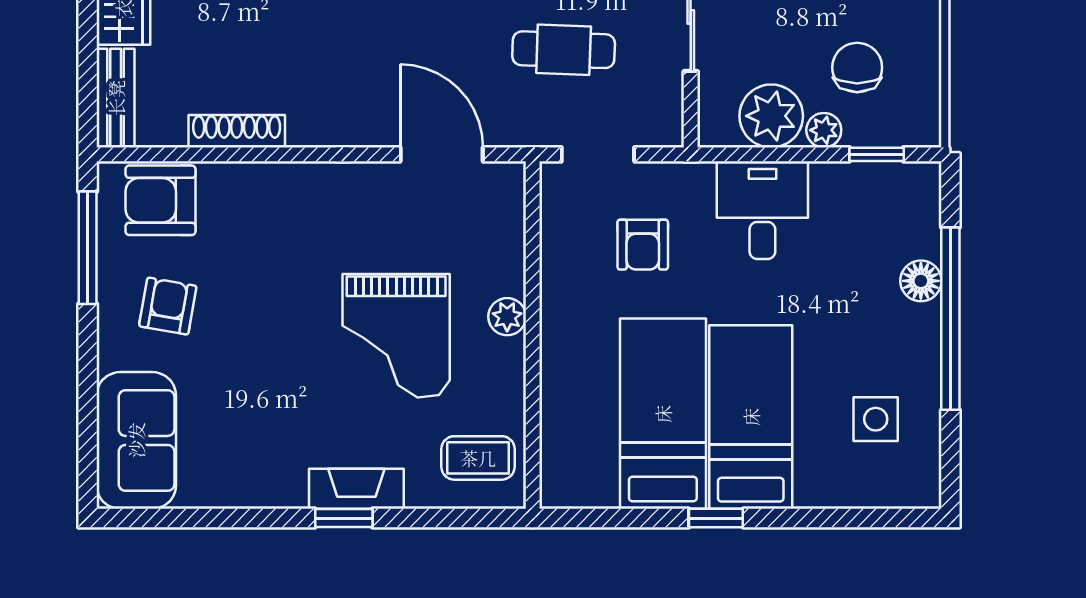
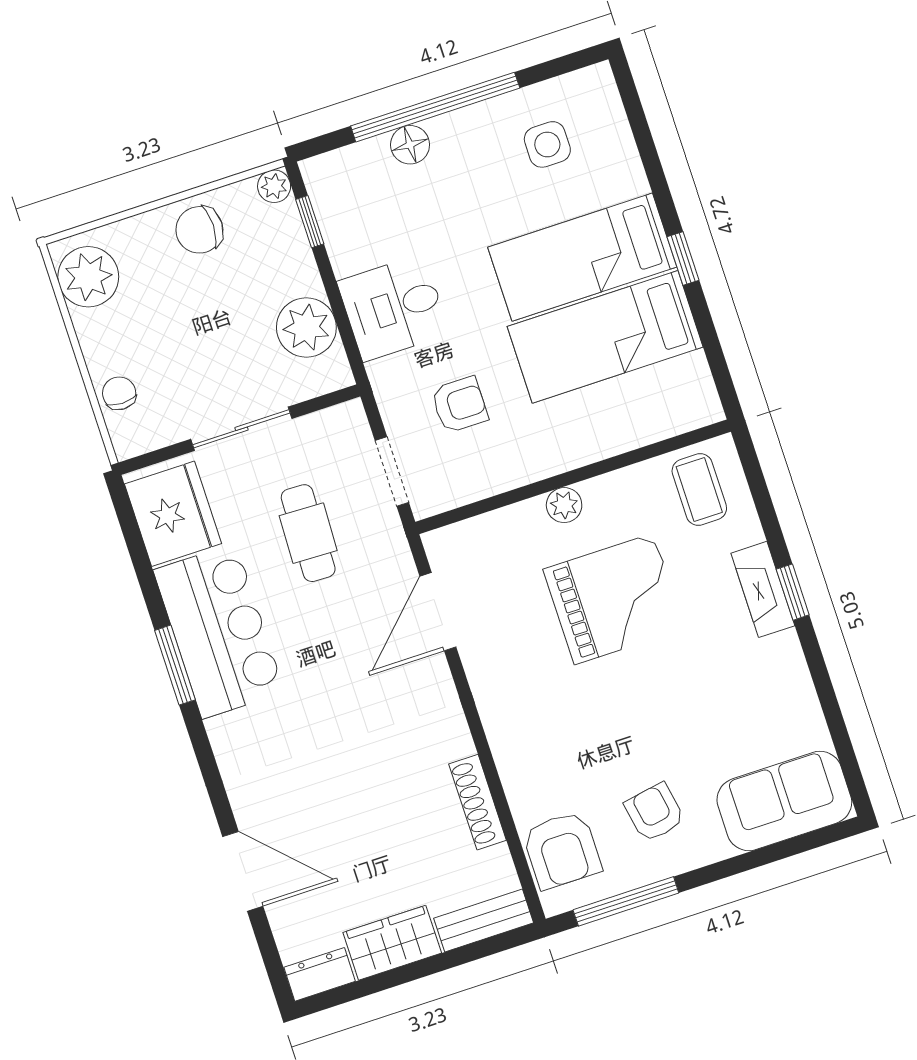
chair: (857, 67) -> (199, 230), moved
plant: (824, 130) -> (274, 186), moved
armchair: (168, 306) -> (655, 812), turned 70

